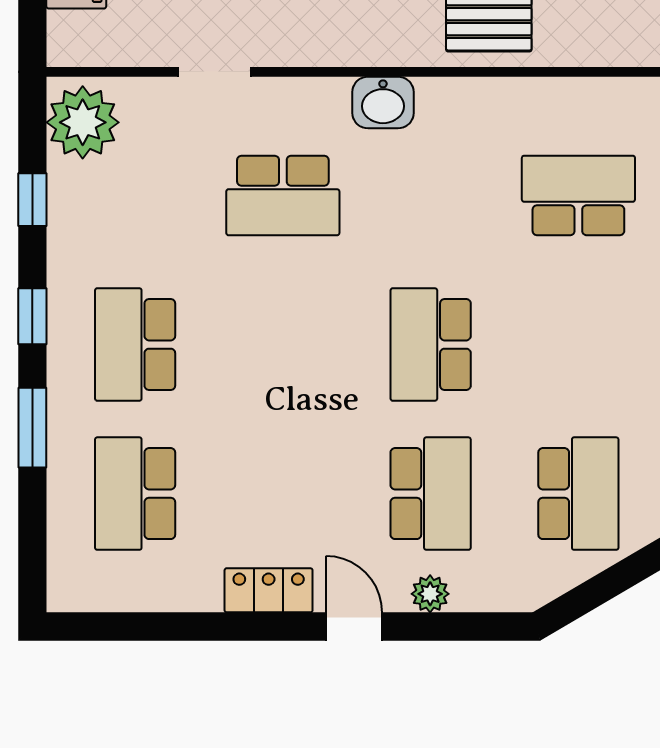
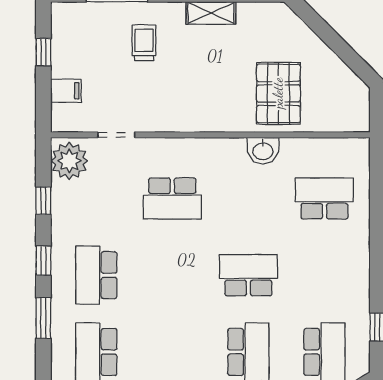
doorway: (214, 72) -> (116, 135), moved
washbasin: (383, 103) -> (263, 151), moved
school desk: (431, 345) -> (248, 275), turned 90

